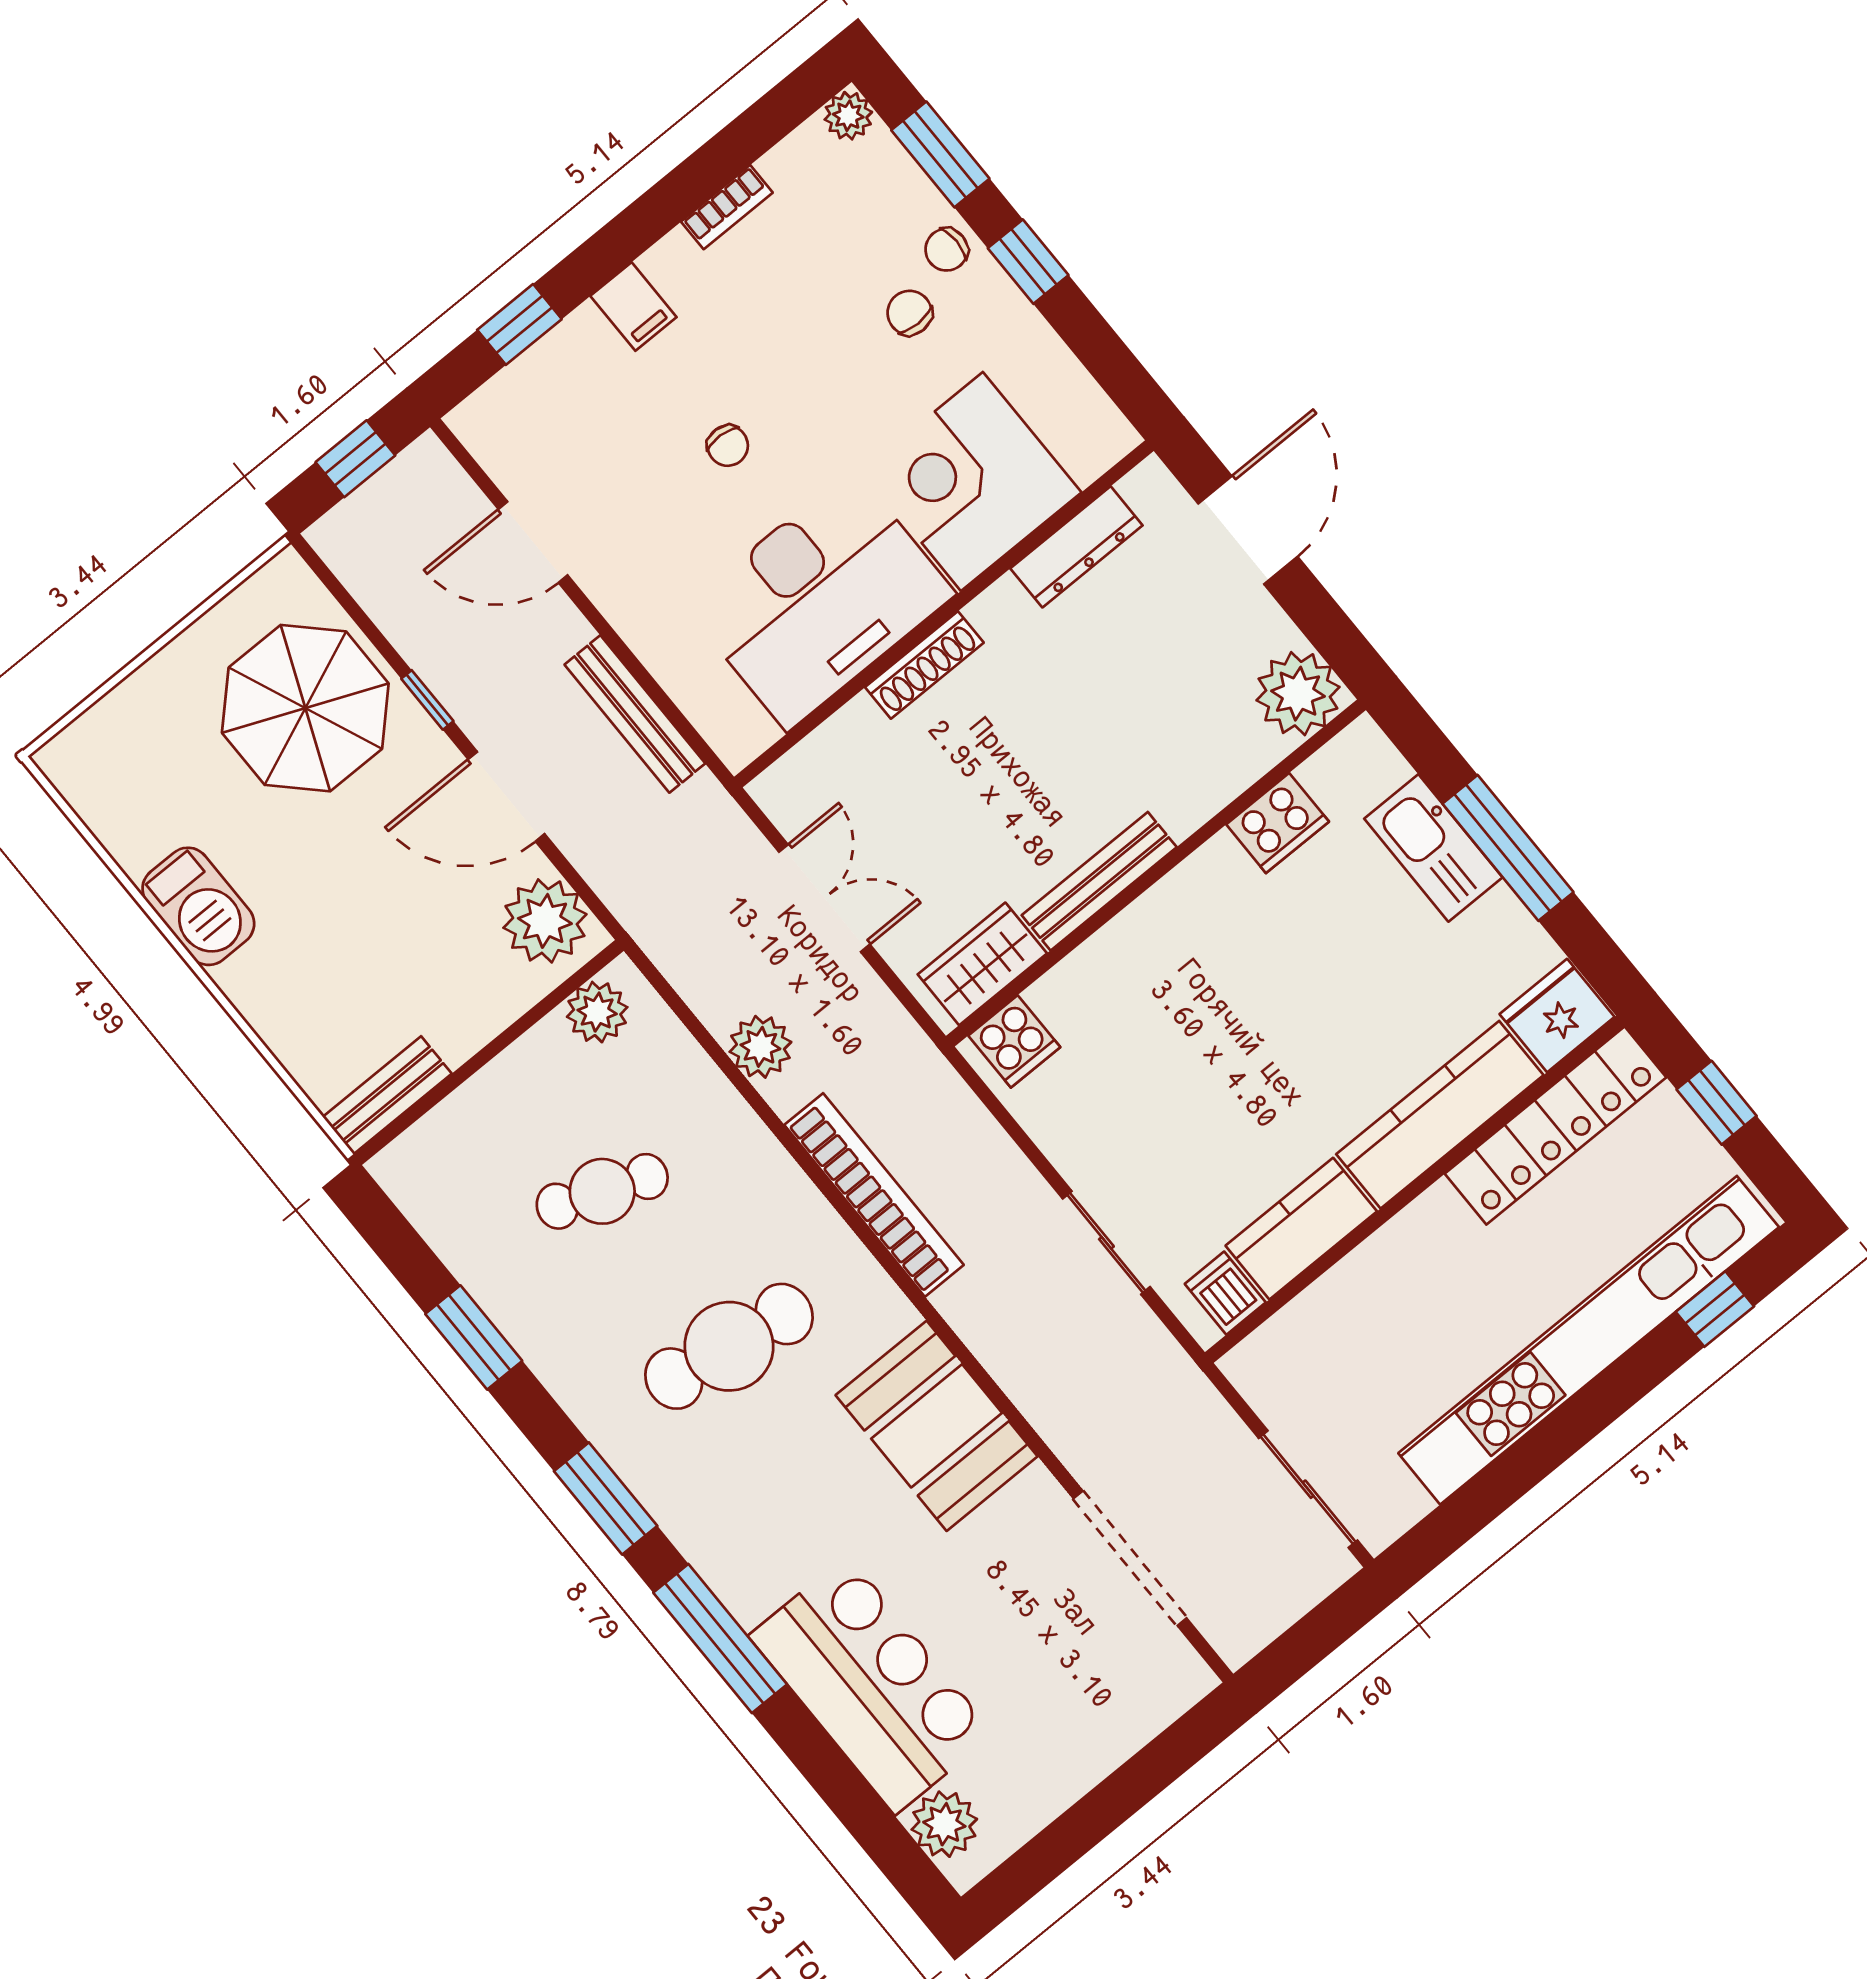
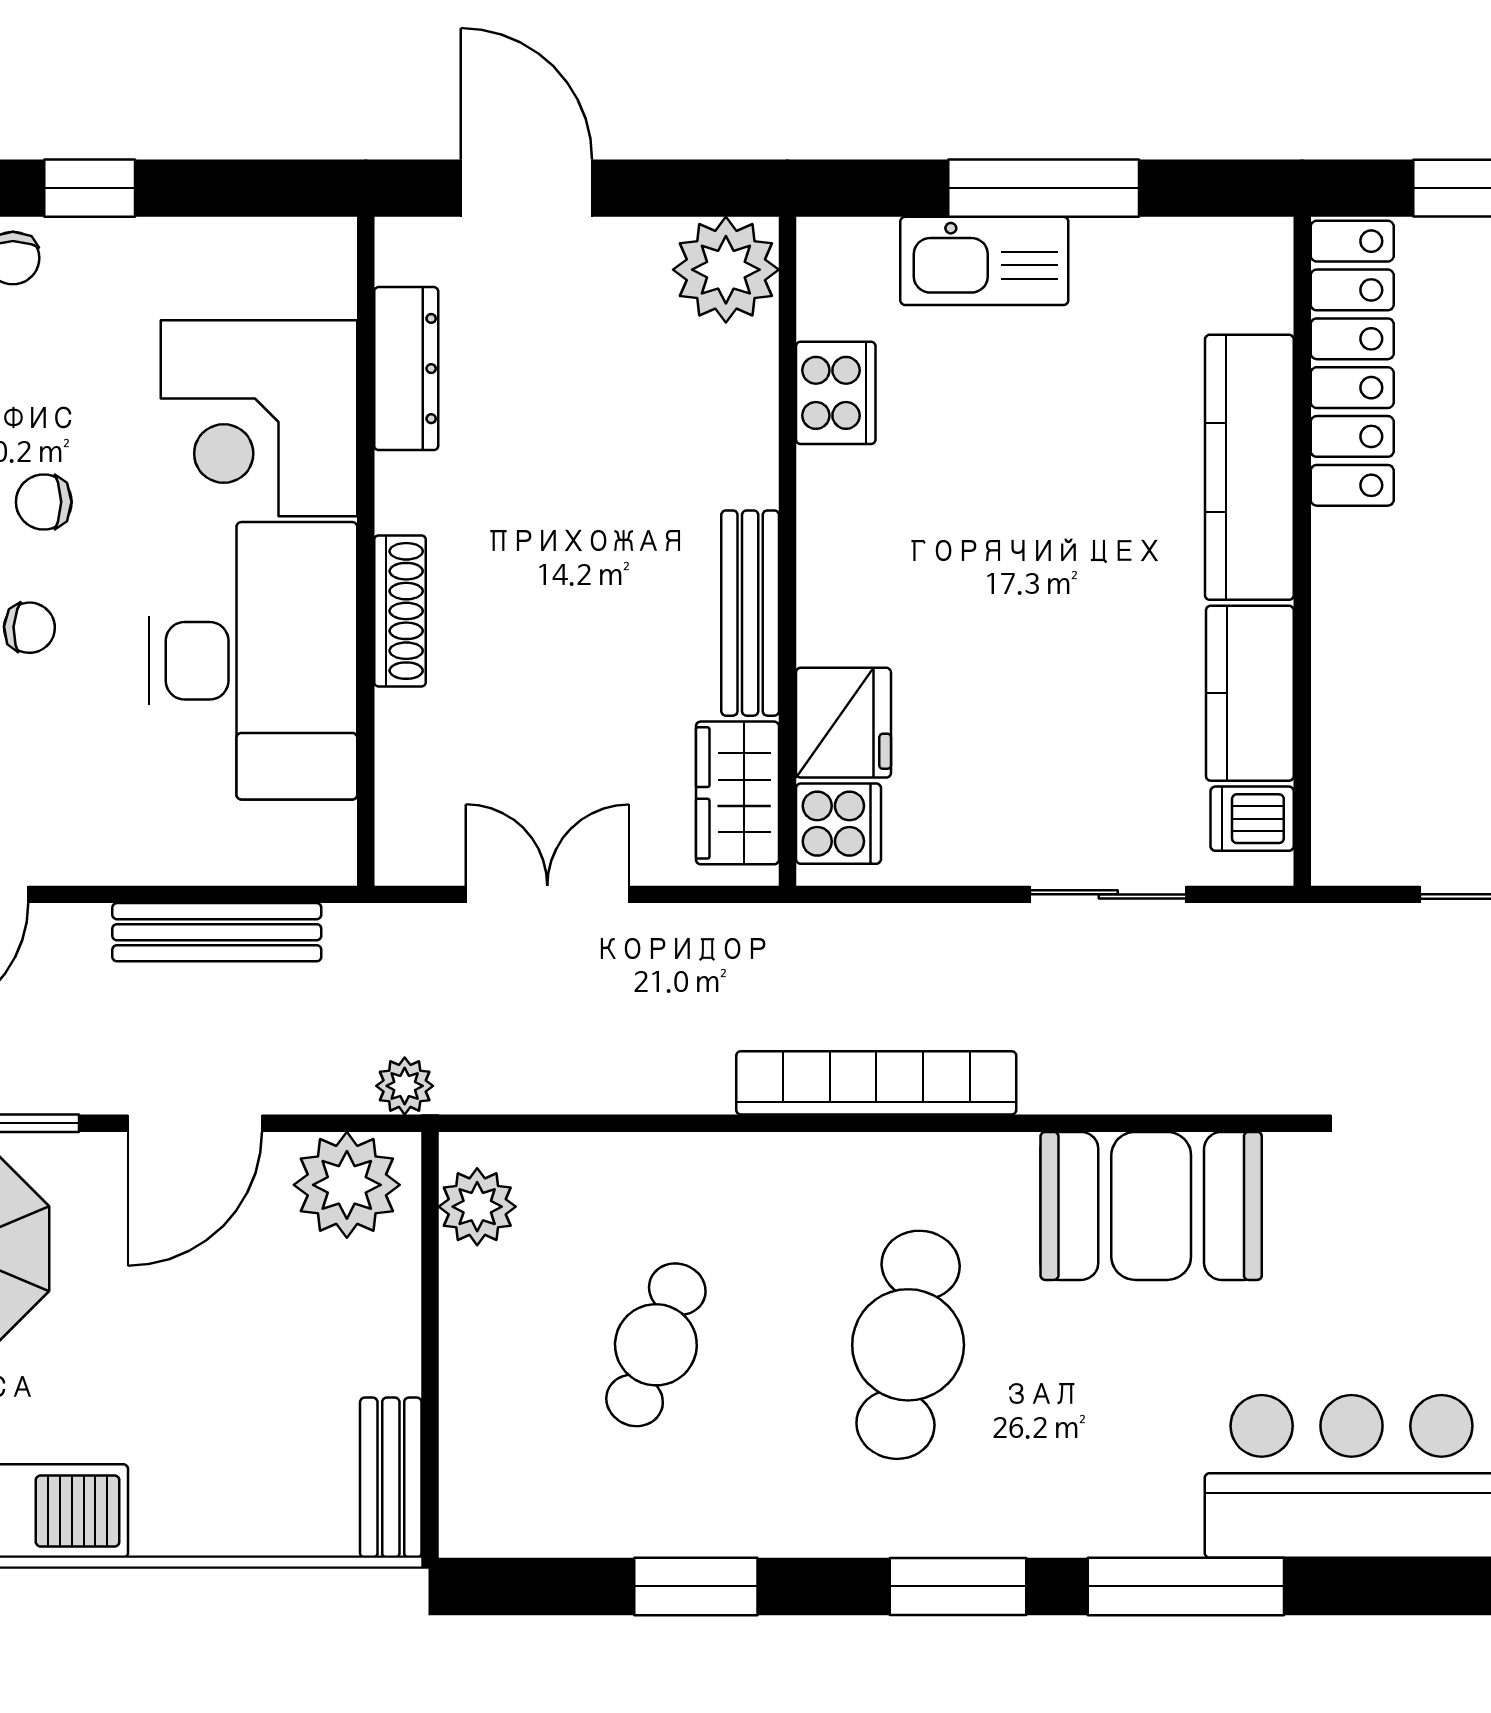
chair: (910, 313) -> (44, 502), moved
fridge: (1557, 1015) -> (843, 723), moved, turned 180
plant: (760, 1047) -> (405, 1086), moved, width x0.73, depth x0.73

